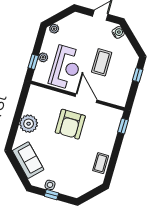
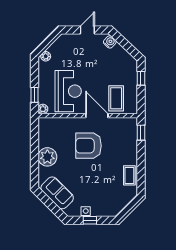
plant: (43, 57) -> (43, 109), moved
coffee table: (102, 62) -> (116, 98), moved
armchair: (70, 124) -> (88, 146), turned 90

